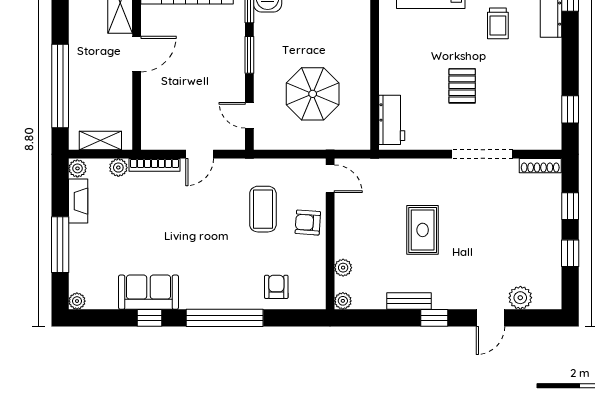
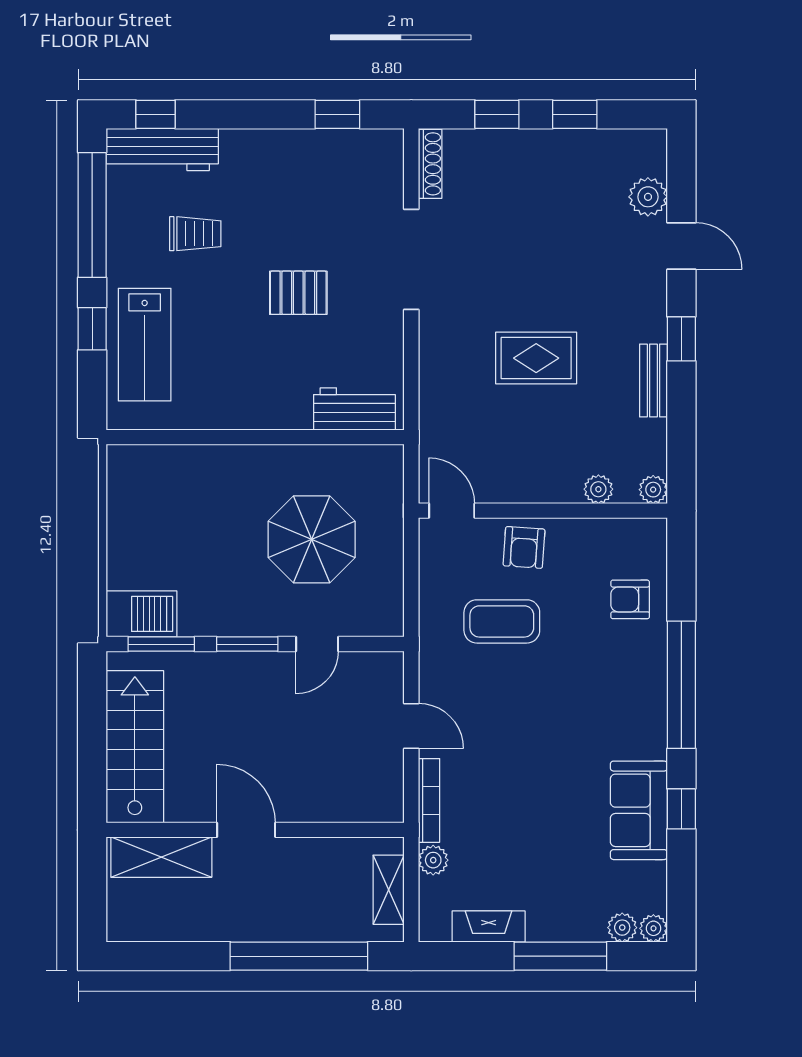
door: (249, 115) -> (317, 644), moved
plant: (77, 168) -> (622, 928), moved
door: (330, 179) -> (452, 511), hinge flipped

